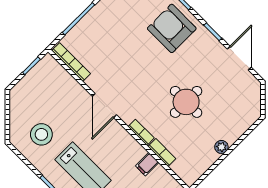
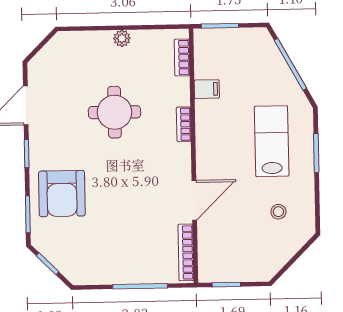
door: (104, 106) -> (194, 200), moved
stool: (41, 134) -> (278, 212), width x0.53, depth x0.53
bookcase: (162, 153) -> (182, 57), moved

